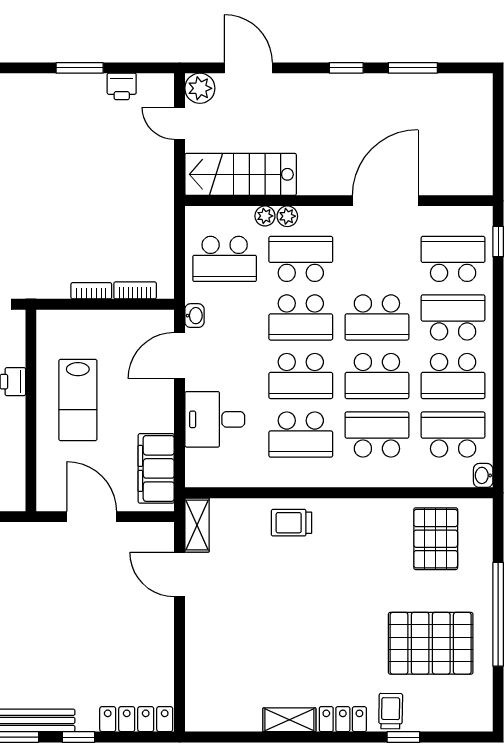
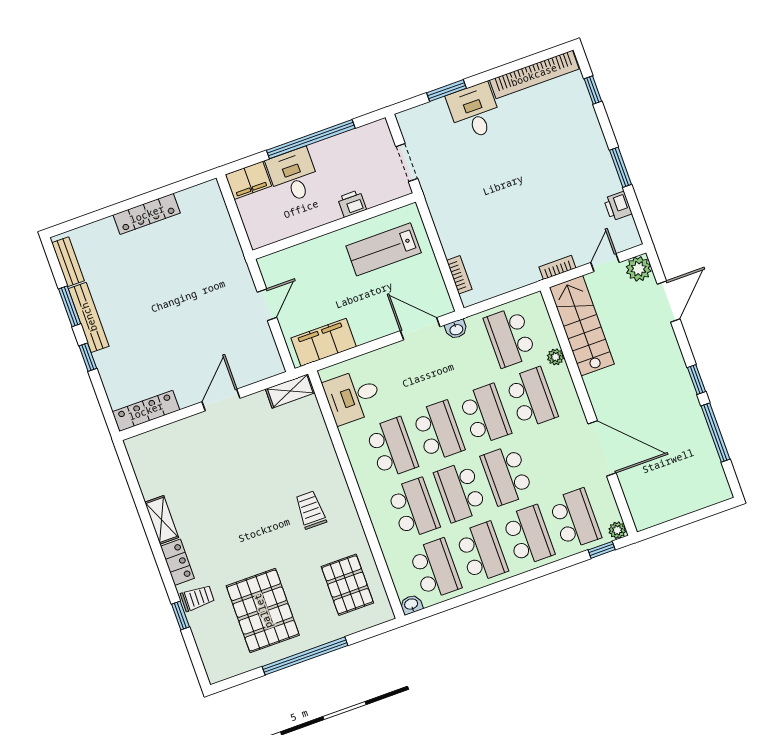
window: (413, 68) -> (715, 432), width x1.44
plant: (287, 216) -> (617, 530), moved
bookcase: (91, 291) -> (557, 268), moved, turned -90
school desk: (301, 317) -> (485, 414), turned 180
school desk: (301, 376) -> (438, 431), turned 180
school desk: (453, 376) -> (482, 552), turned 180
lab bench: (78, 400) -> (384, 249), moved
desk: (215, 419) -> (353, 396), moved, turned -90
school desk: (301, 435) -> (392, 448), turned 180
door: (92, 517) -> (267, 305), width x0.73
trolley: (291, 523) -> (311, 510), moved
pallet: (436, 539) -> (347, 585), turned 90
door: (180, 575) -> (221, 400), moved
locker: (136, 719) -> (146, 411), moved, turned -90

